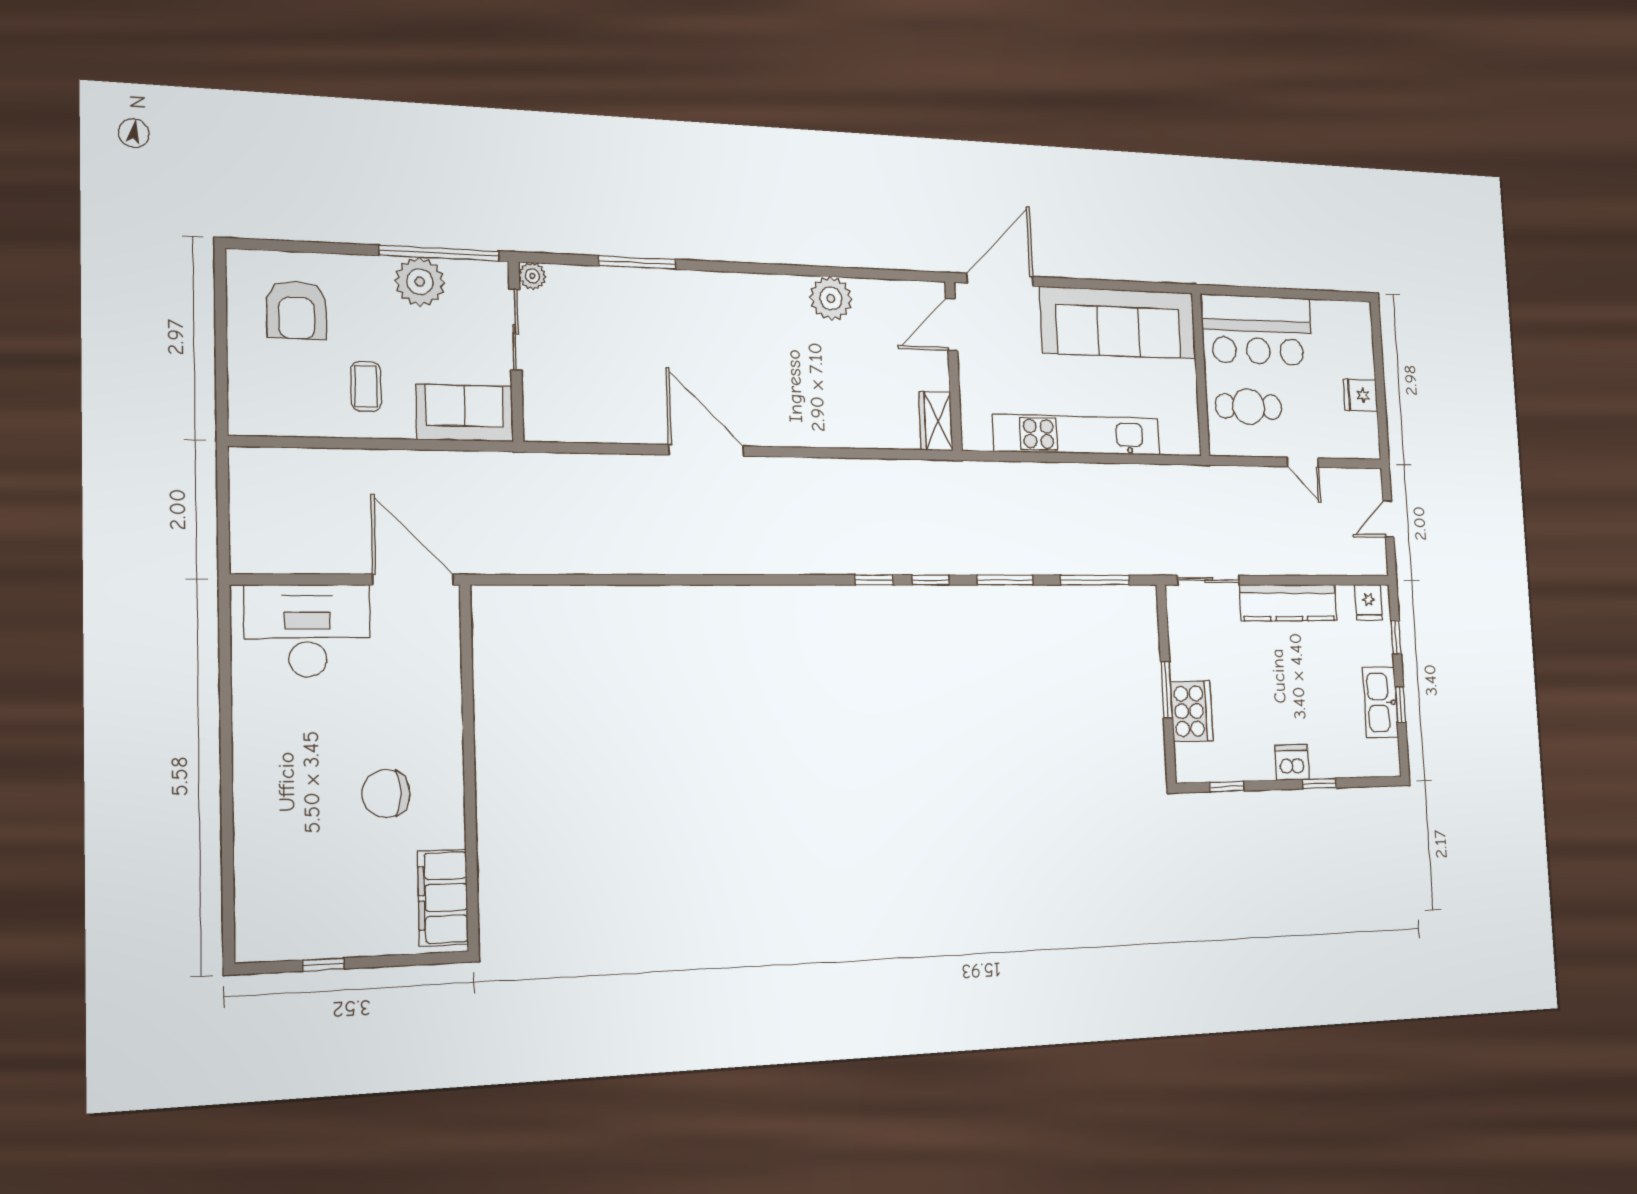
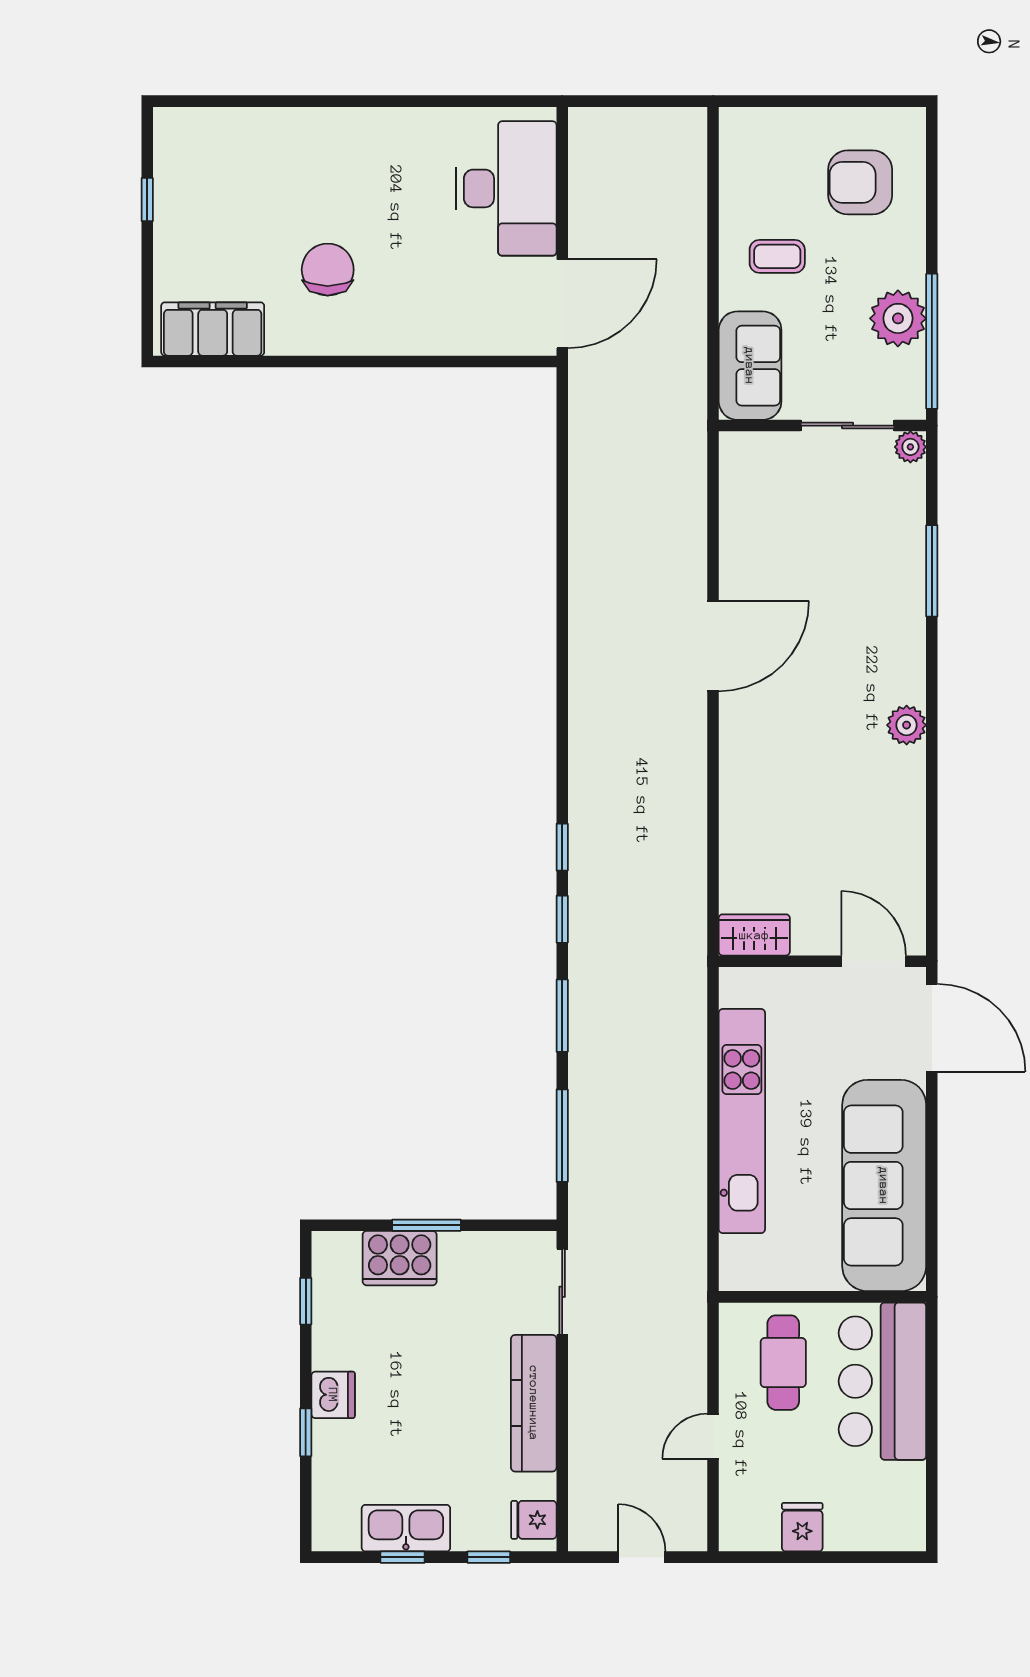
plant: (831, 298) -> (907, 725), moved, width x0.73, depth x0.73

